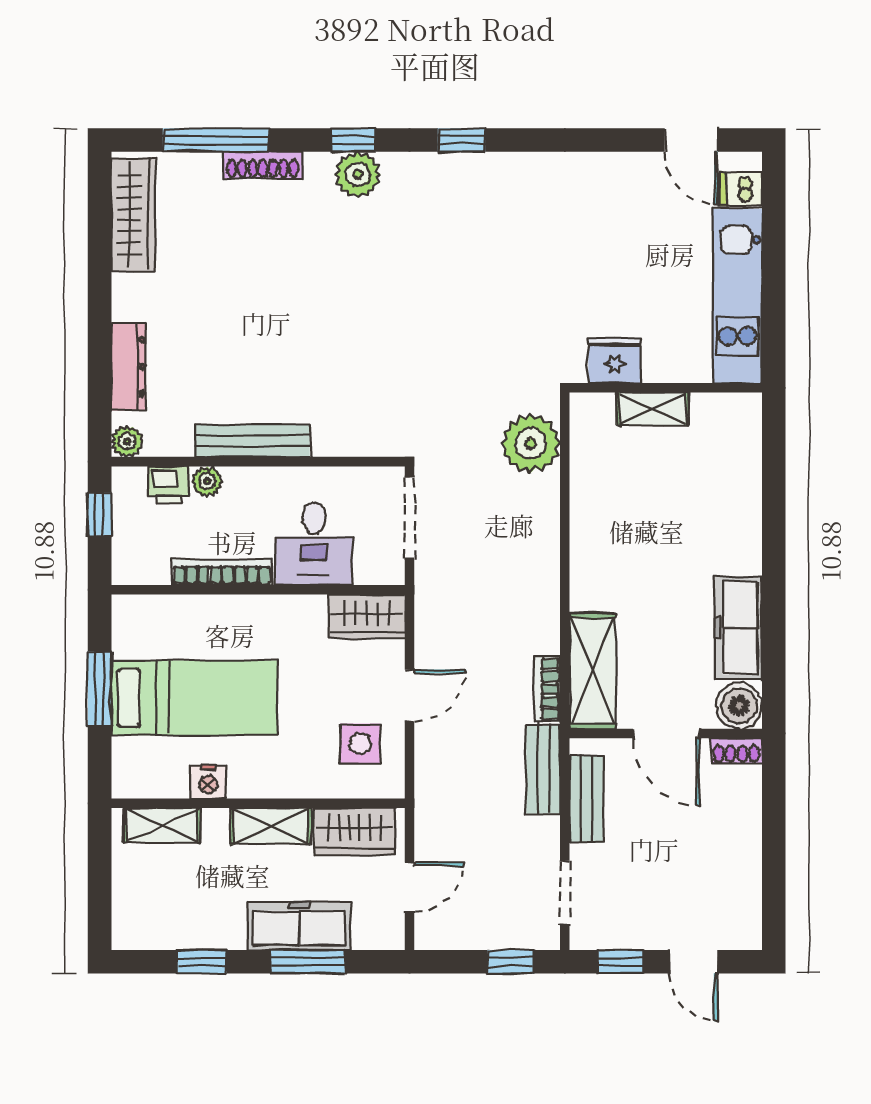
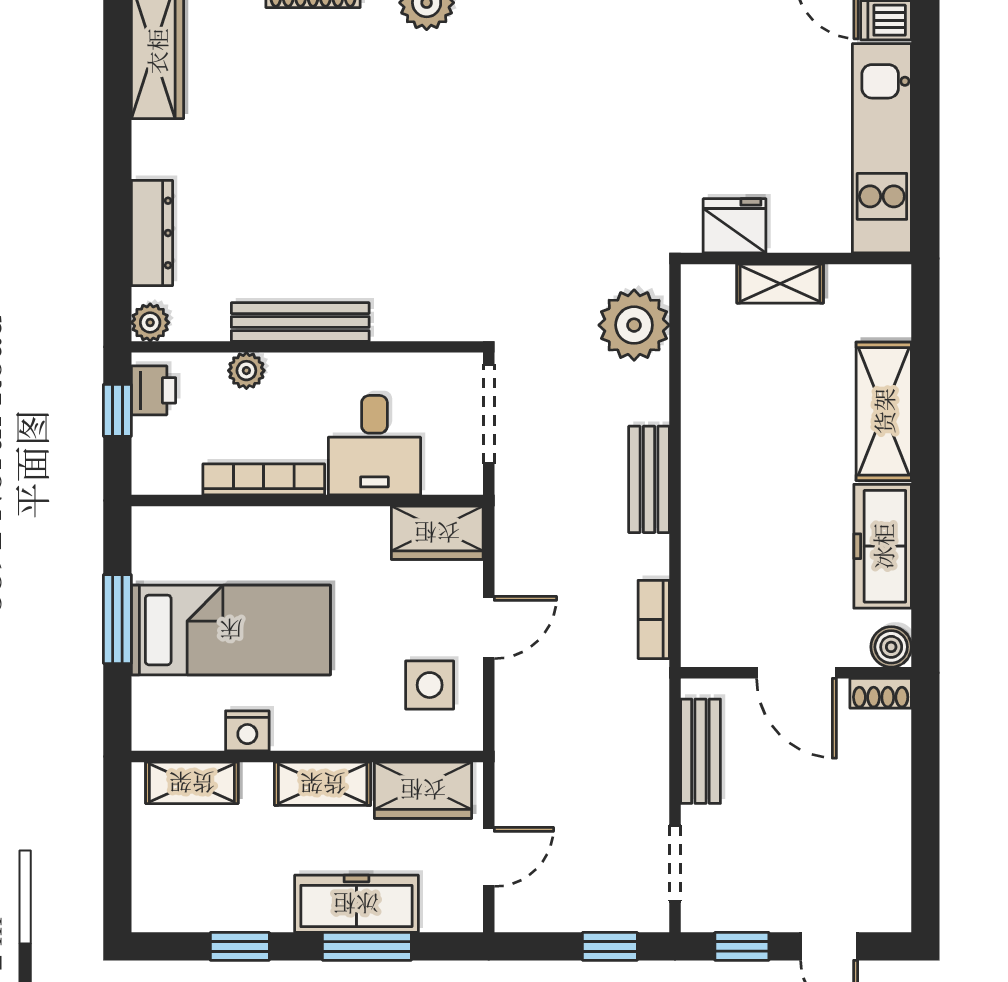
printer: (169, 485) -> (154, 390), moved, turned -90
shelving: (593, 671) -> (884, 411), moved
boiler: (739, 706) -> (891, 647), width x0.73, depth x0.73
bench: (543, 769) -> (649, 479), moved

